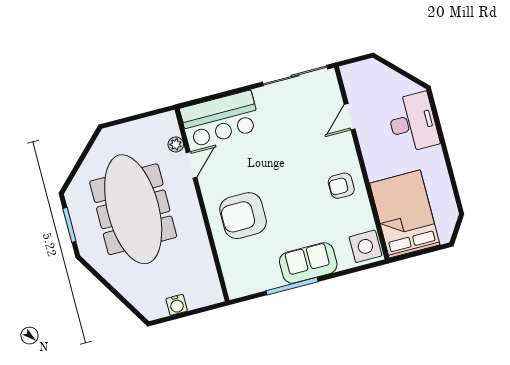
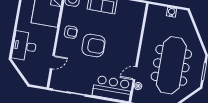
armchair: (243, 216) -> (94, 45), moved

